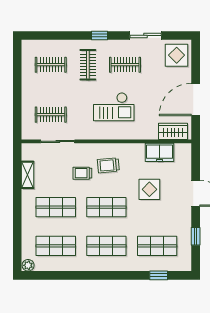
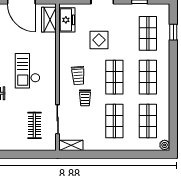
checkout: (114, 107) -> (28, 71), turned 180
freezer: (160, 152) -> (67, 20), moved
shelving: (28, 175) -> (71, 145), moved

